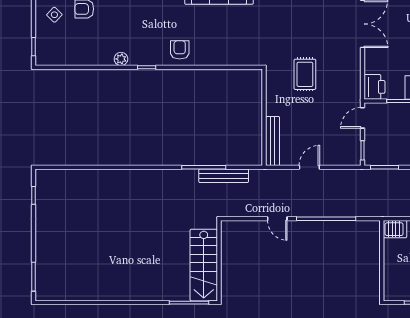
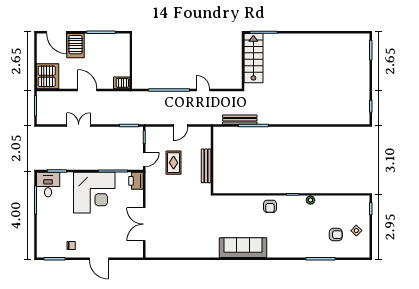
rug: (305, 74) -> (174, 163), moved
bench: (273, 141) -> (206, 166), moved

